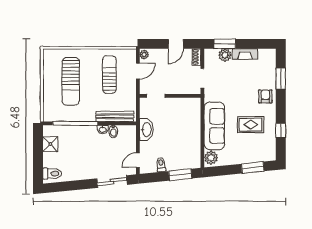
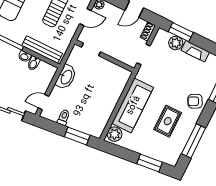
armchair: (265, 96) -> (195, 101), turned -117
rug: (251, 125) -> (168, 121), turned 90
window: (281, 131) -> (194, 141), width x2.17

